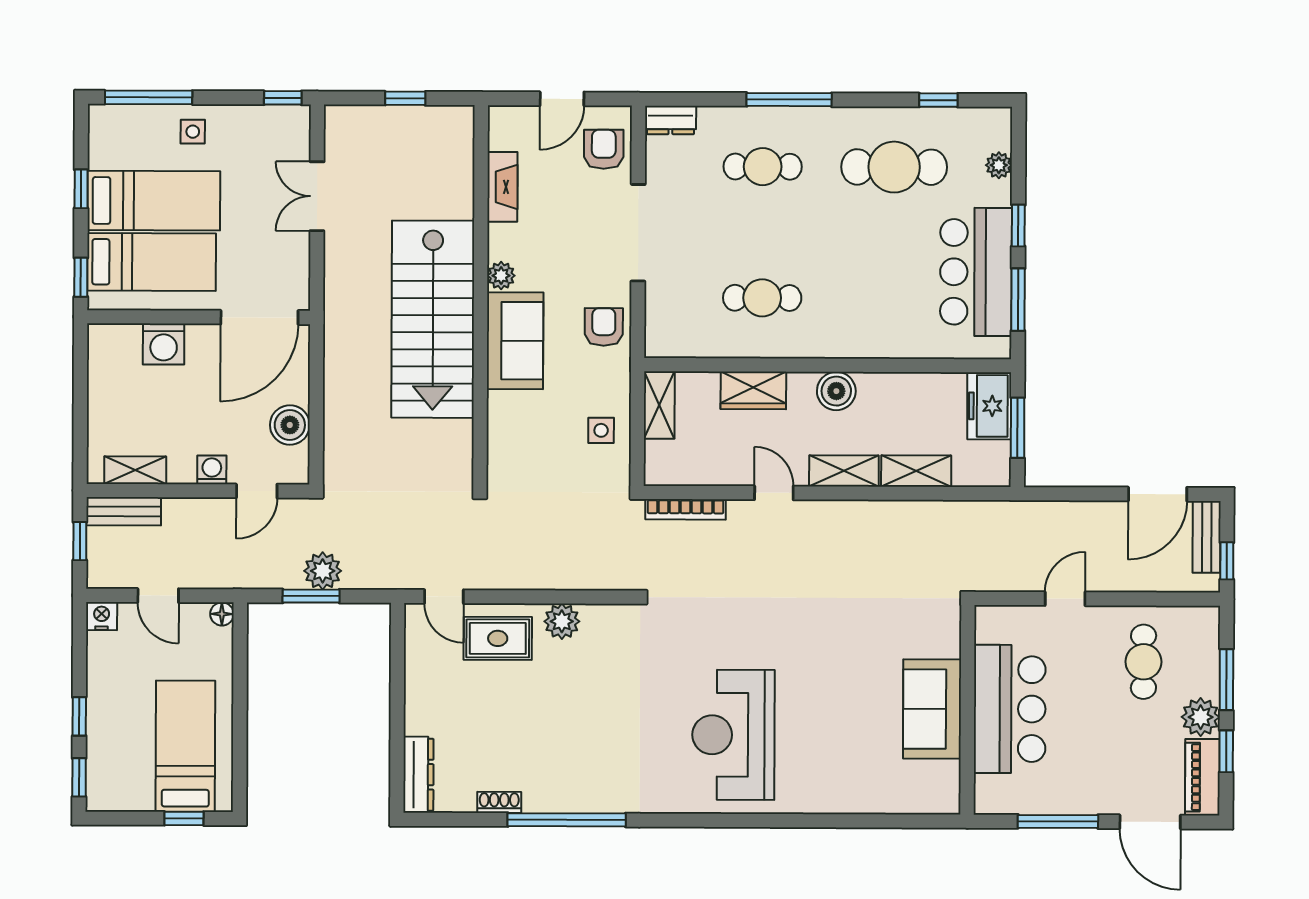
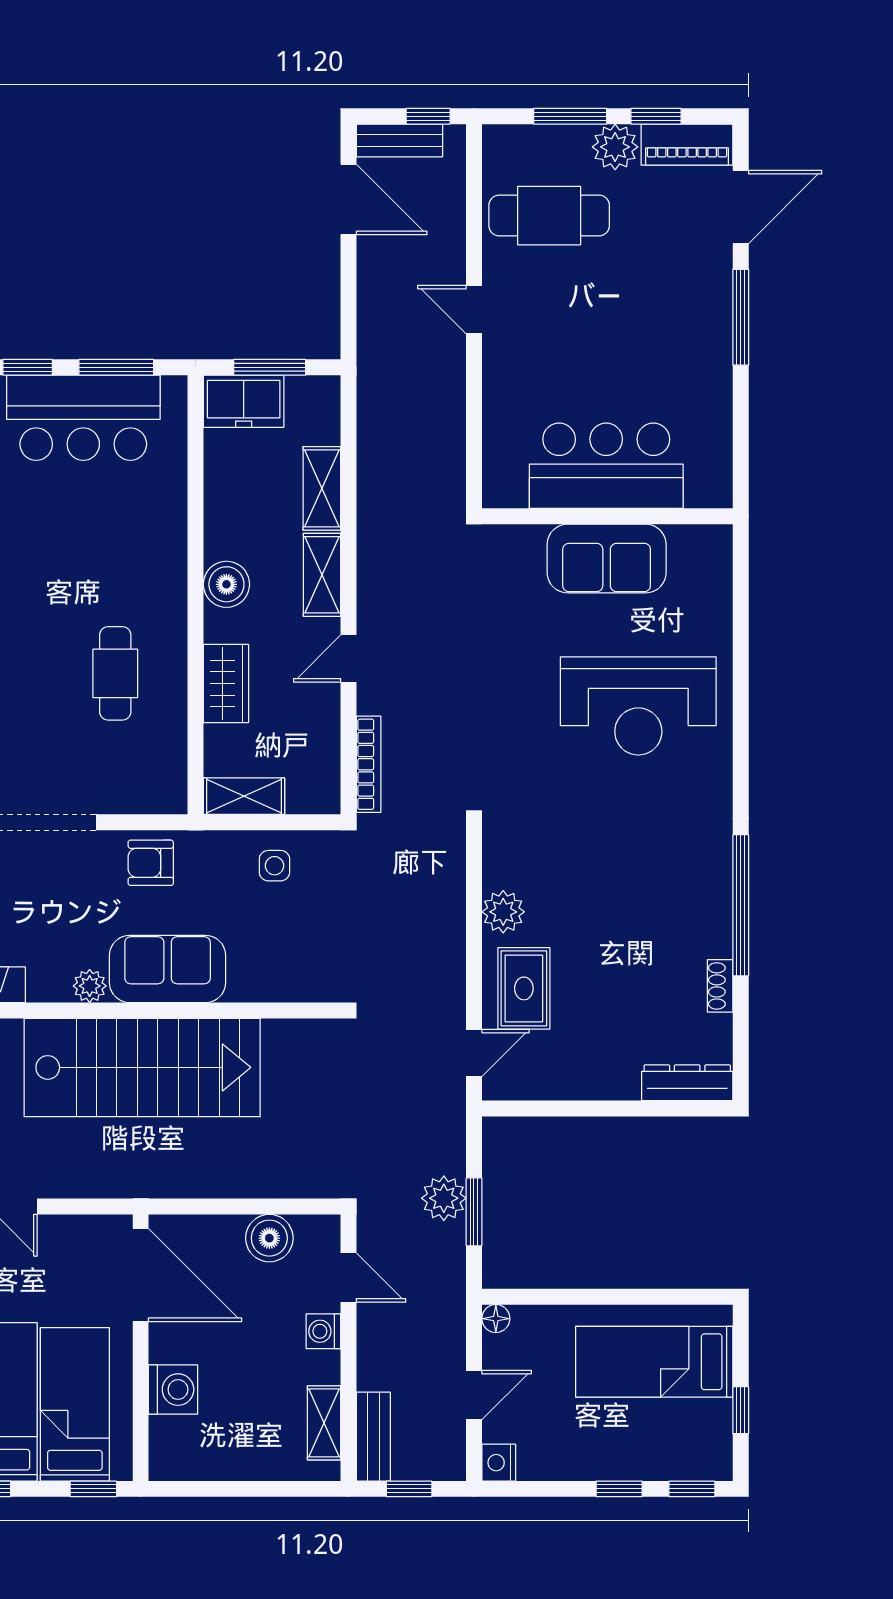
cafe table: (1143, 662) -> (549, 216), width x1.37, depth x1.35
sofa: (932, 709) -> (607, 559), moved
bar counter: (1010, 709) -> (606, 466), moved
wall: (967, 710) -> (607, 516), moved
window: (184, 818) -> (741, 1410), moved

